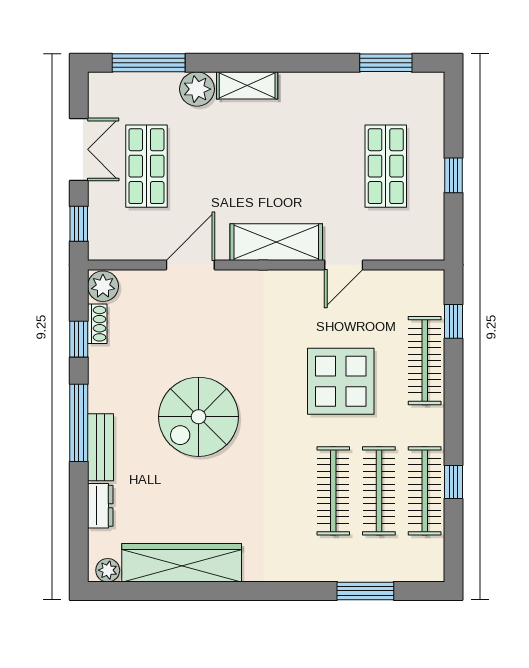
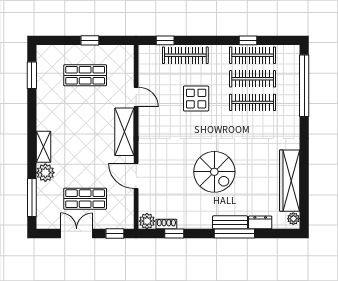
display table: (341, 381) -> (196, 99), width x0.73, depth x0.73
window: (79, 423) -> (234, 234), moved
window: (365, 591) -> (304, 86), width x2.11

